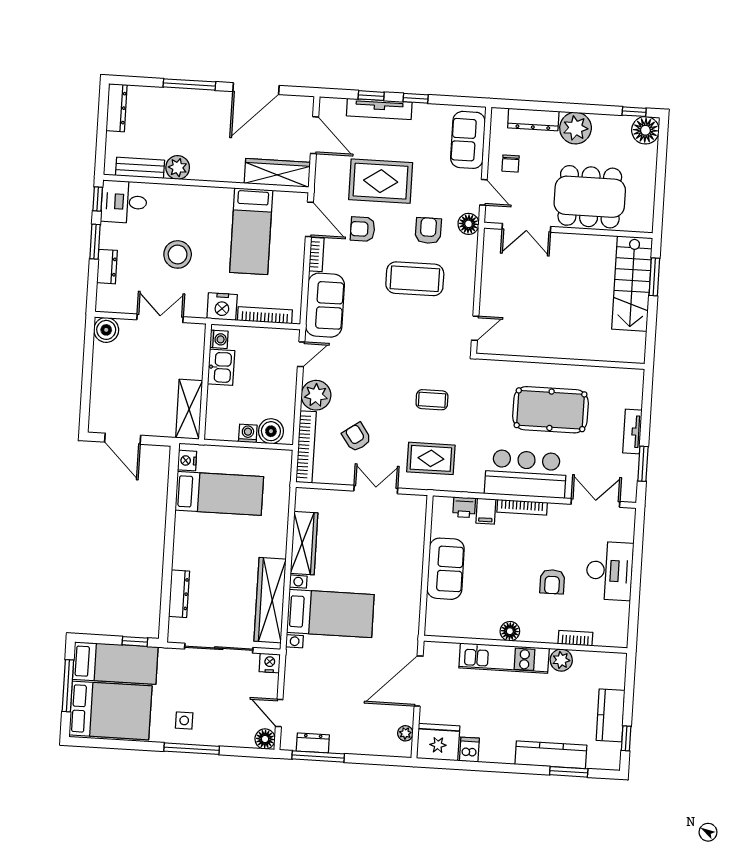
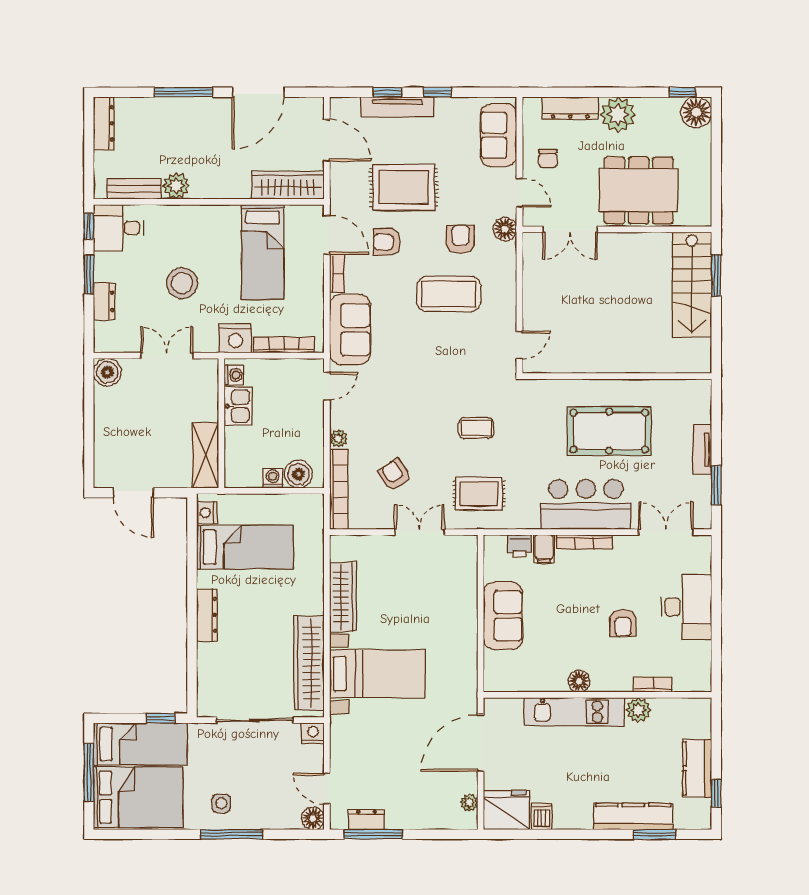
plant: (316, 395) -> (339, 439), width x0.53, depth x0.53
dresser: (179, 594) -> (207, 615), moved

